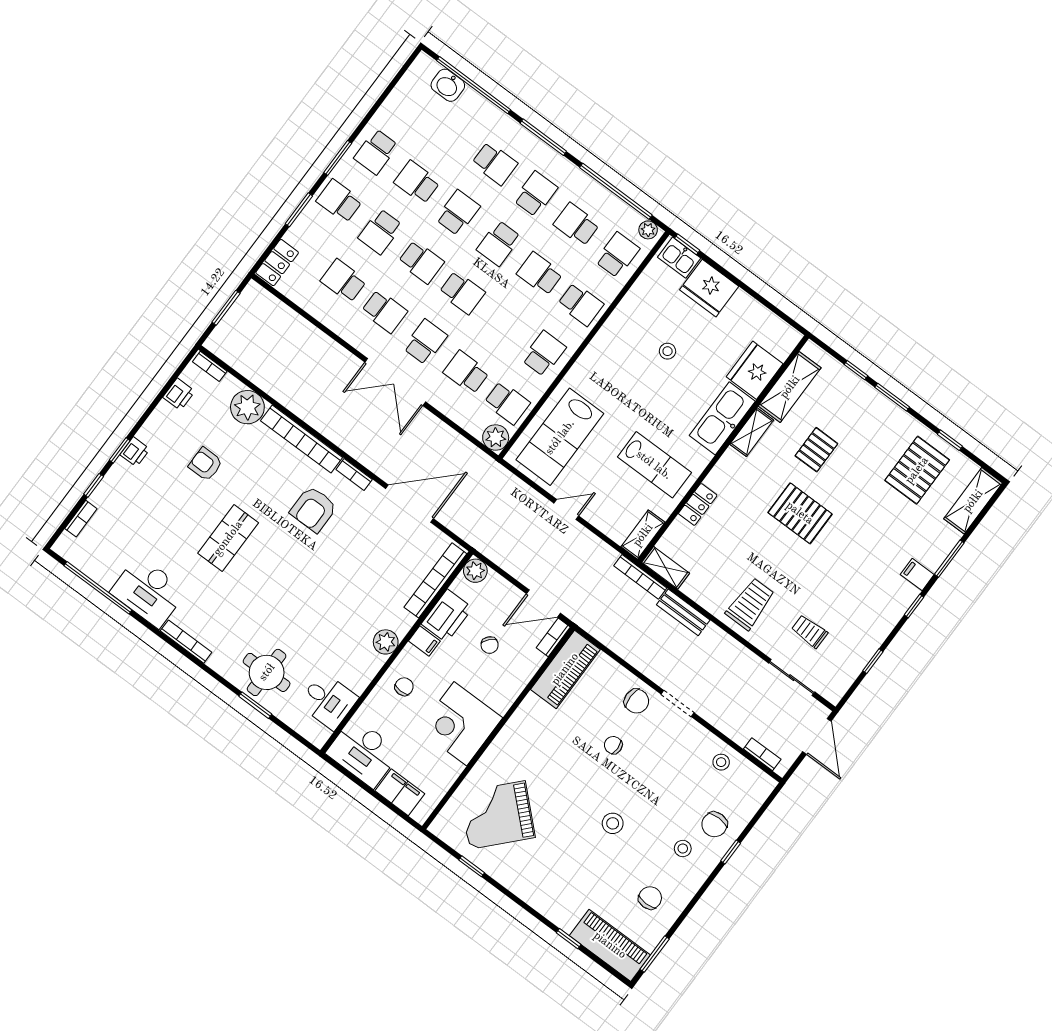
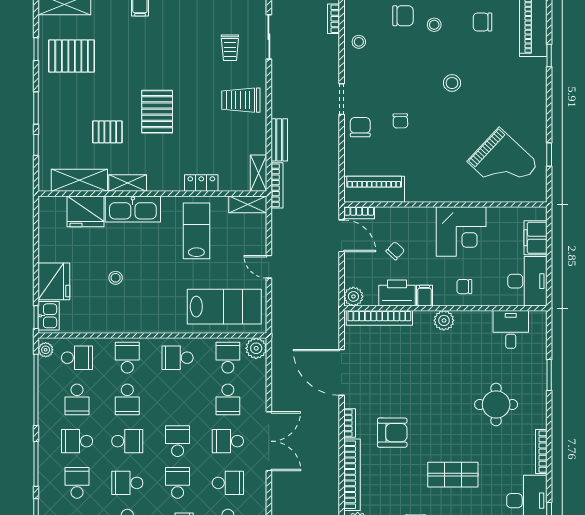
school desk: (617, 255) -> (77, 358), turned 180
school desk: (384, 311) -> (228, 483), turned 90
round table: (267, 672) -> (496, 404), moved

